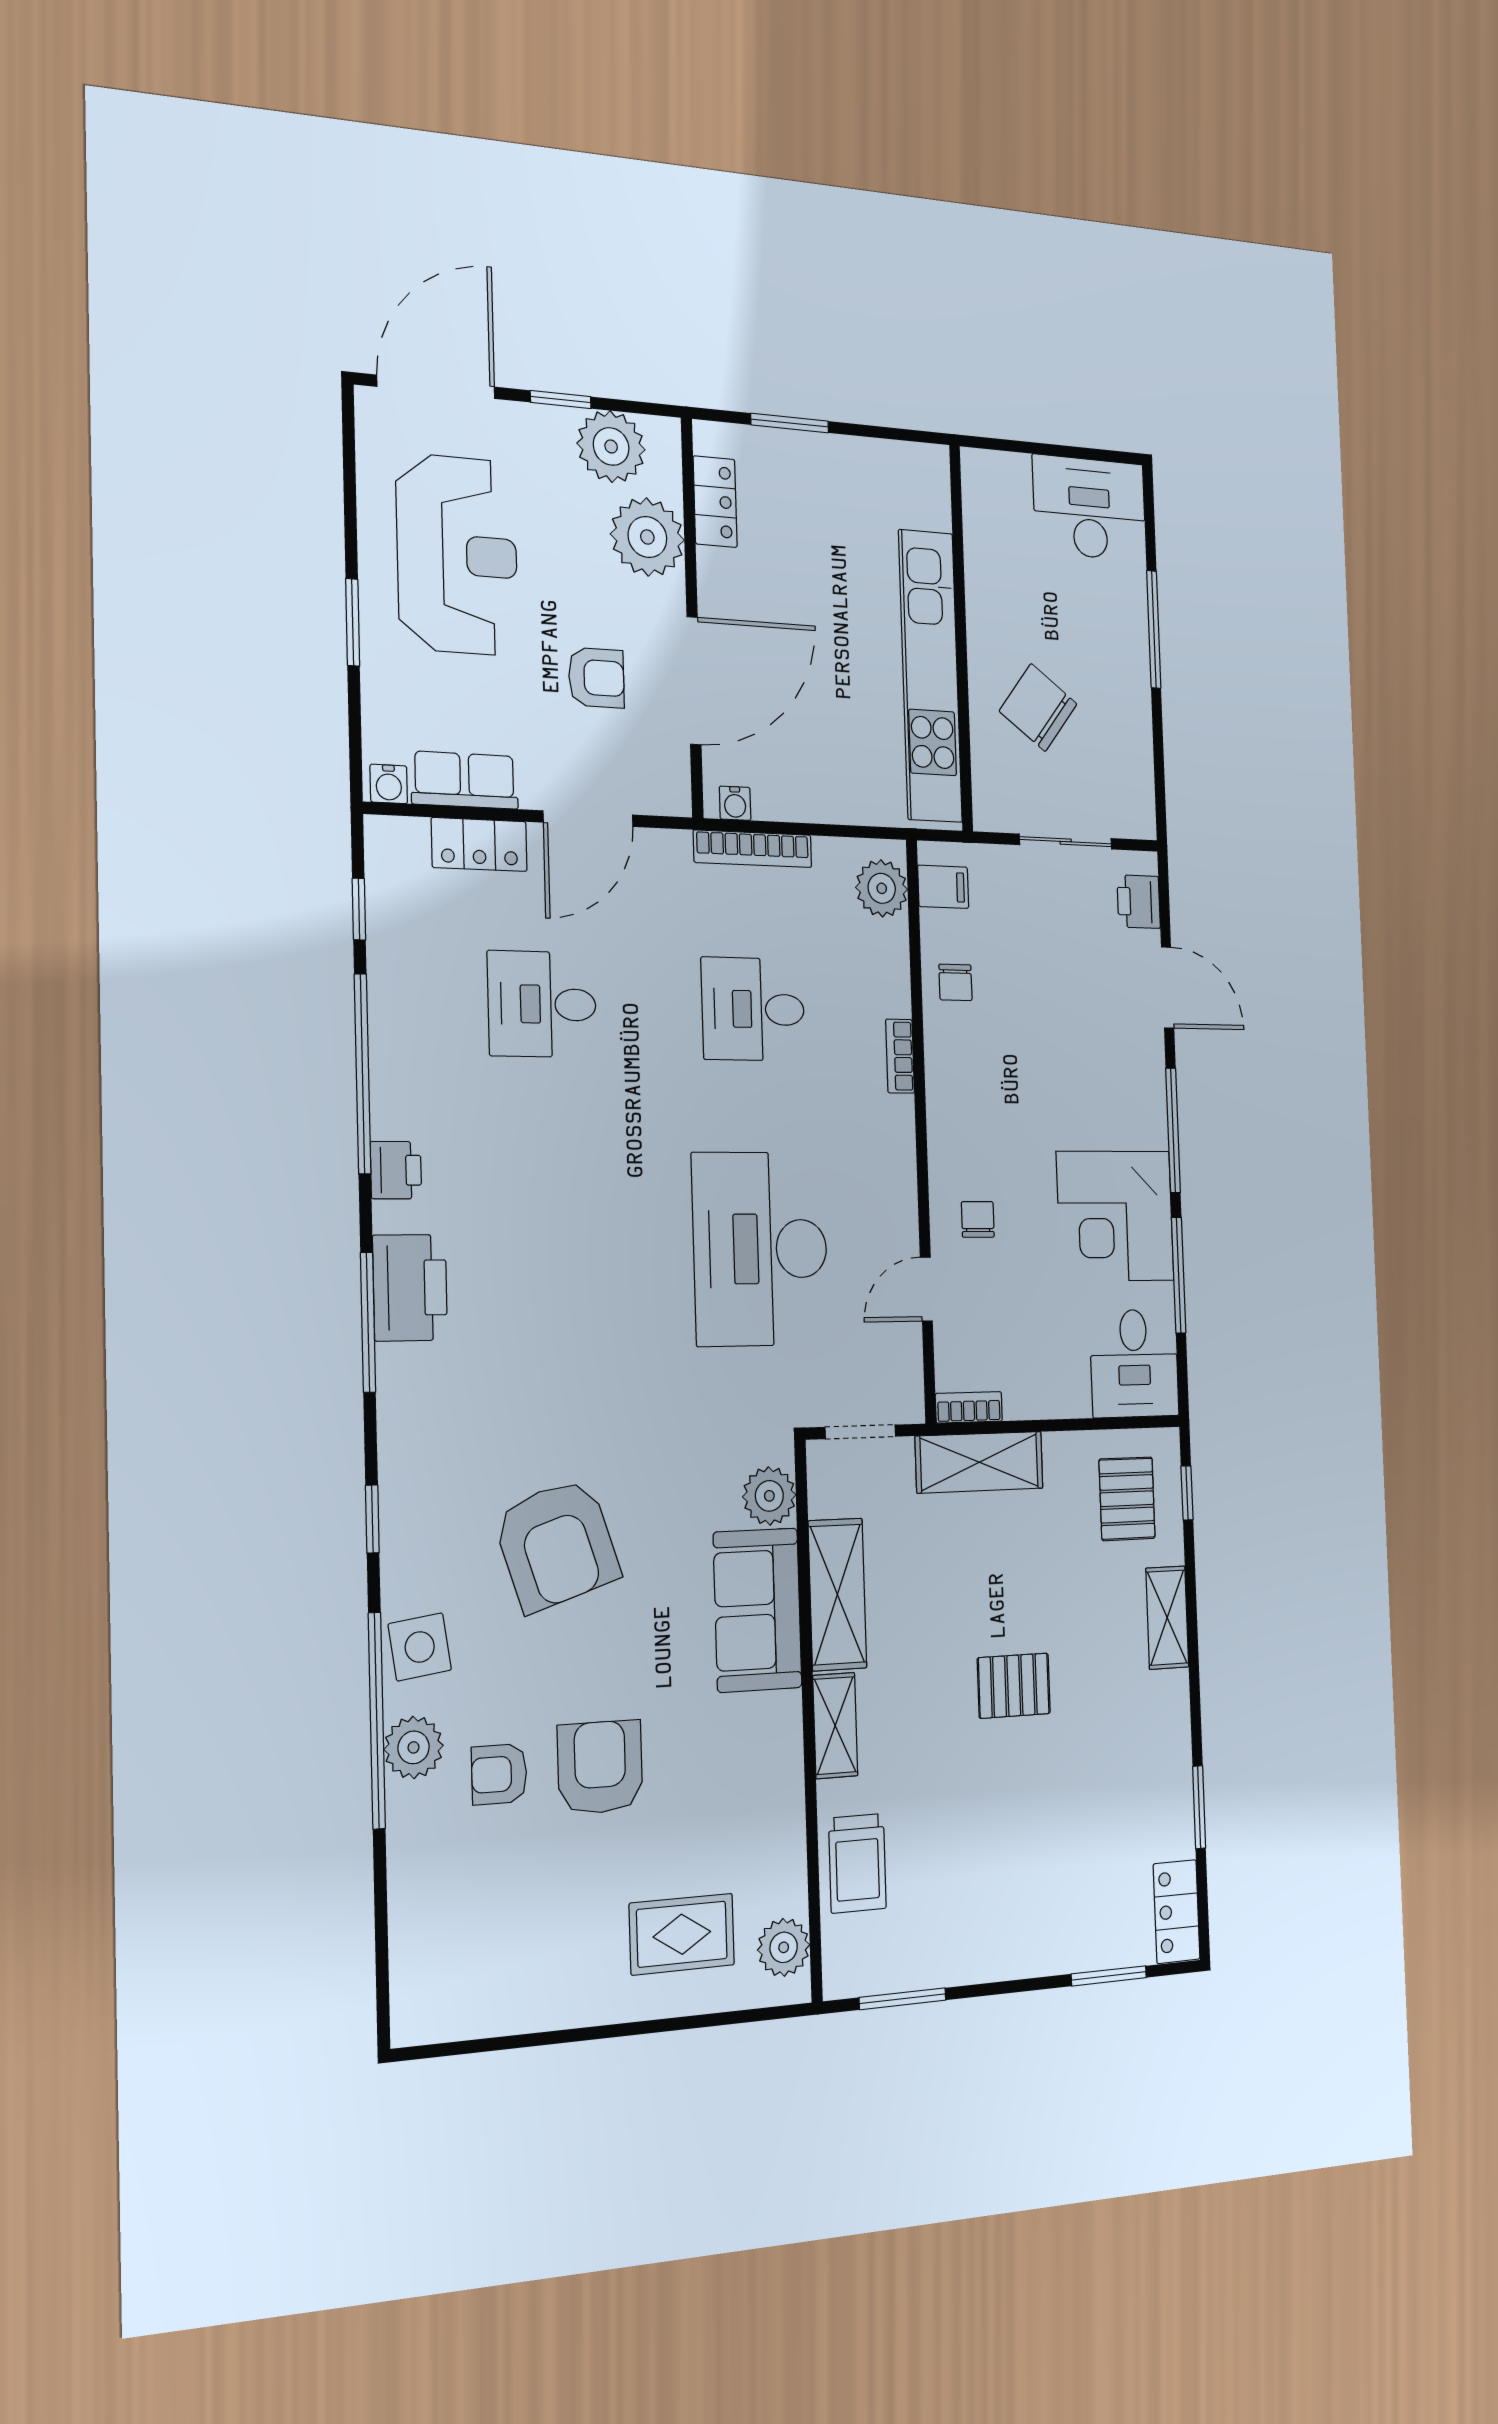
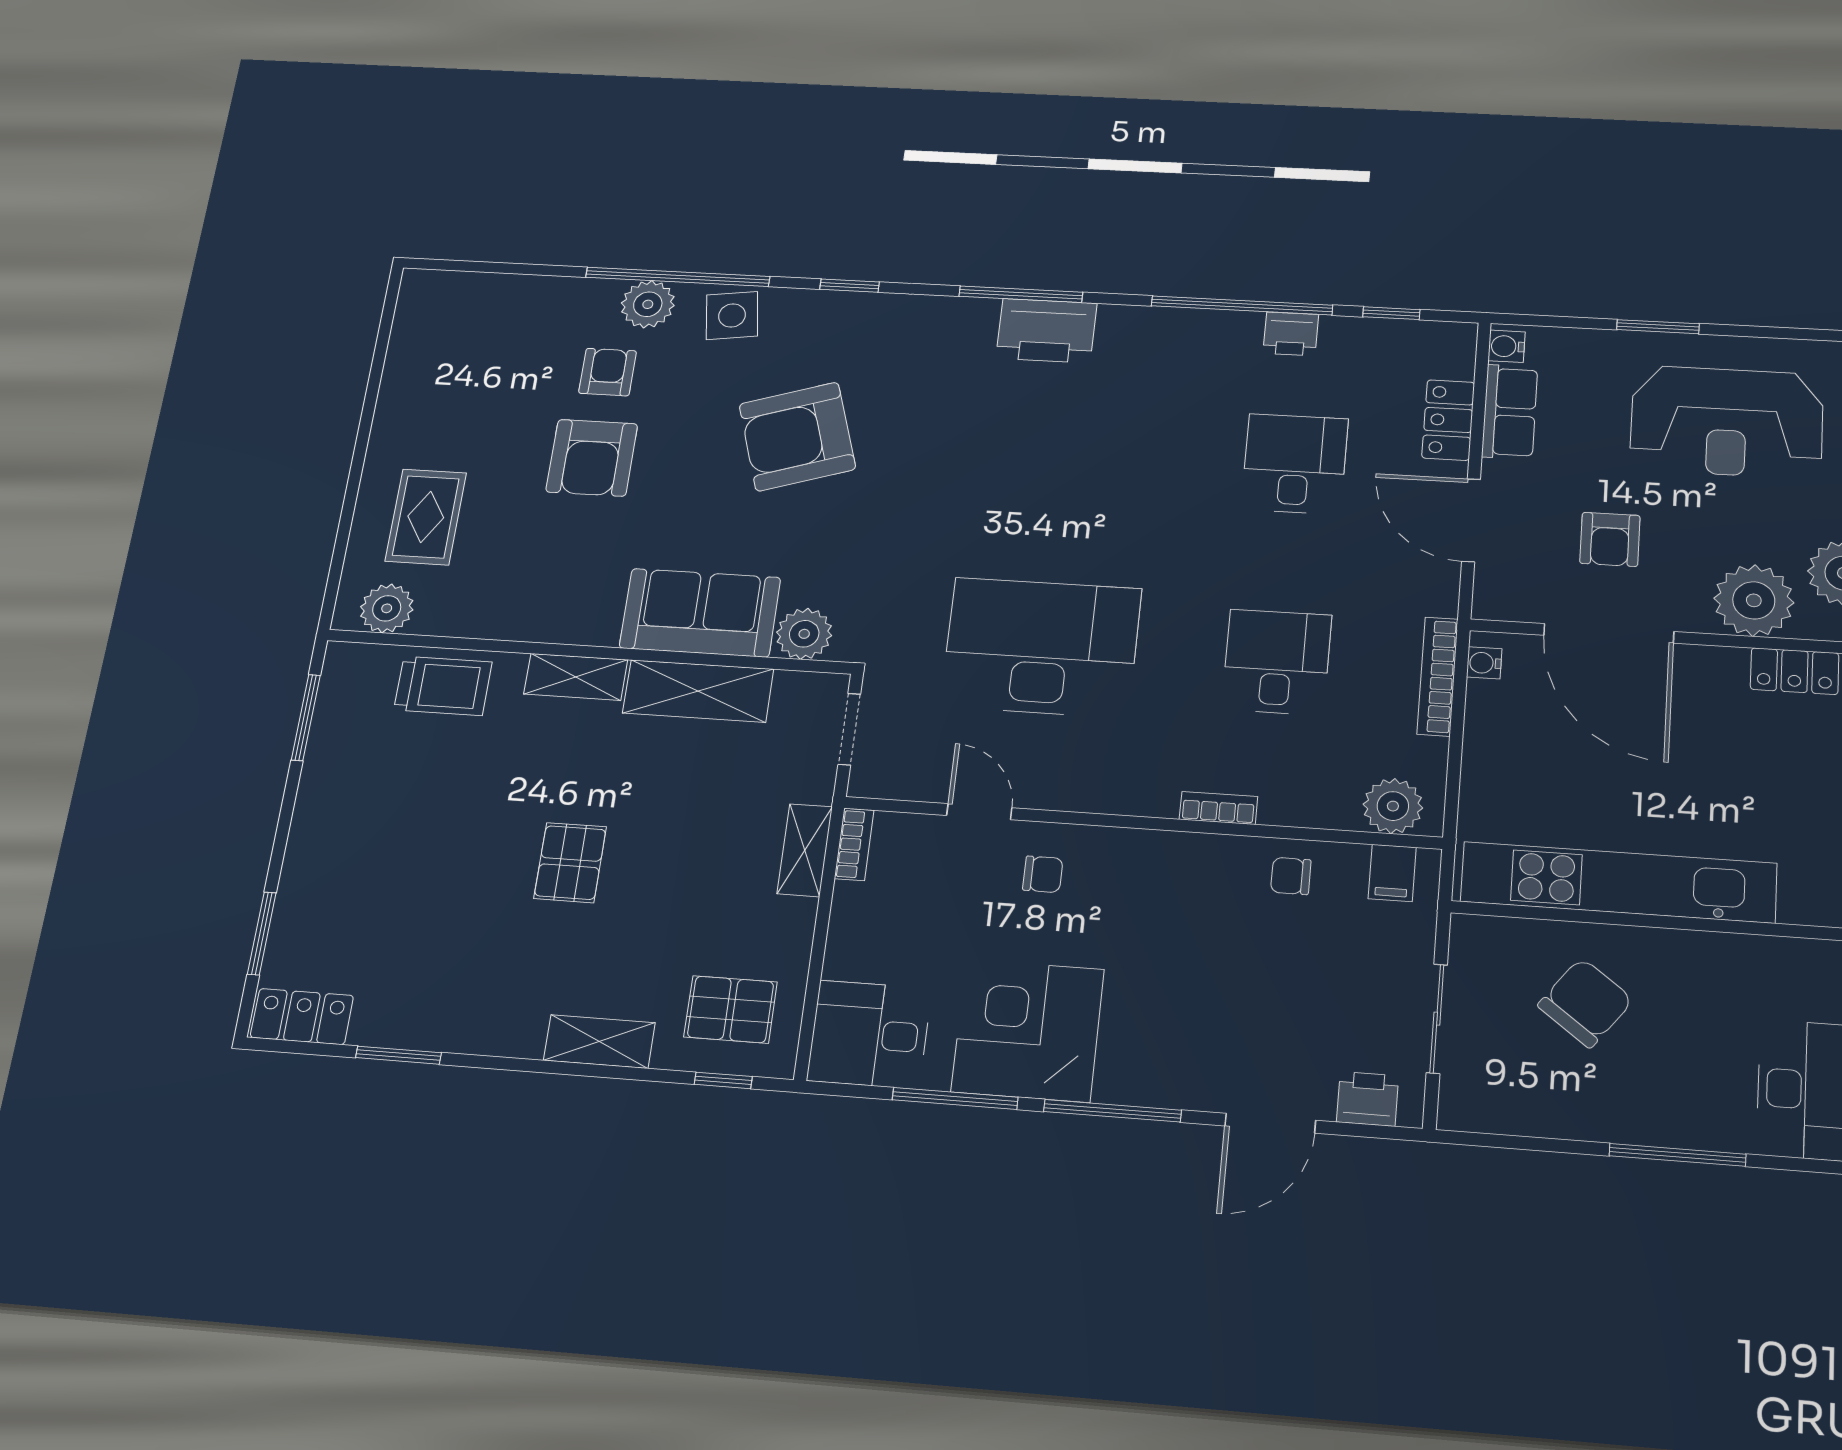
printer: (396, 1170) -> (1291, 334), moved
shelving: (979, 1462) -> (805, 850), width x0.67, depth x0.75
armchair: (600, 1767) -> (592, 458), turned 90
trolley: (857, 1863) -> (443, 686), turned 180

